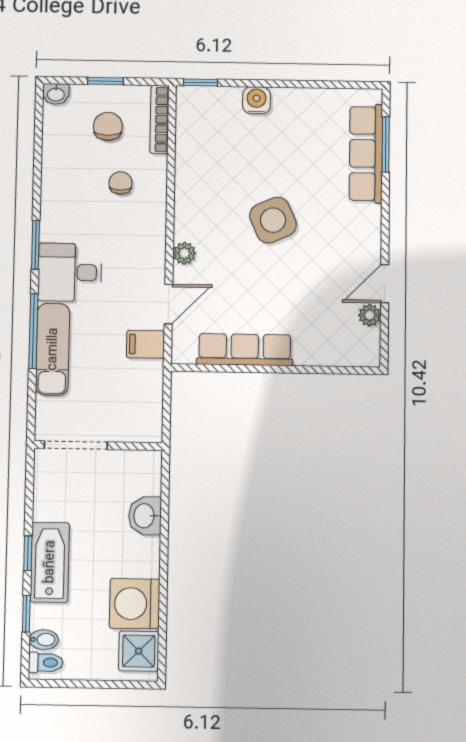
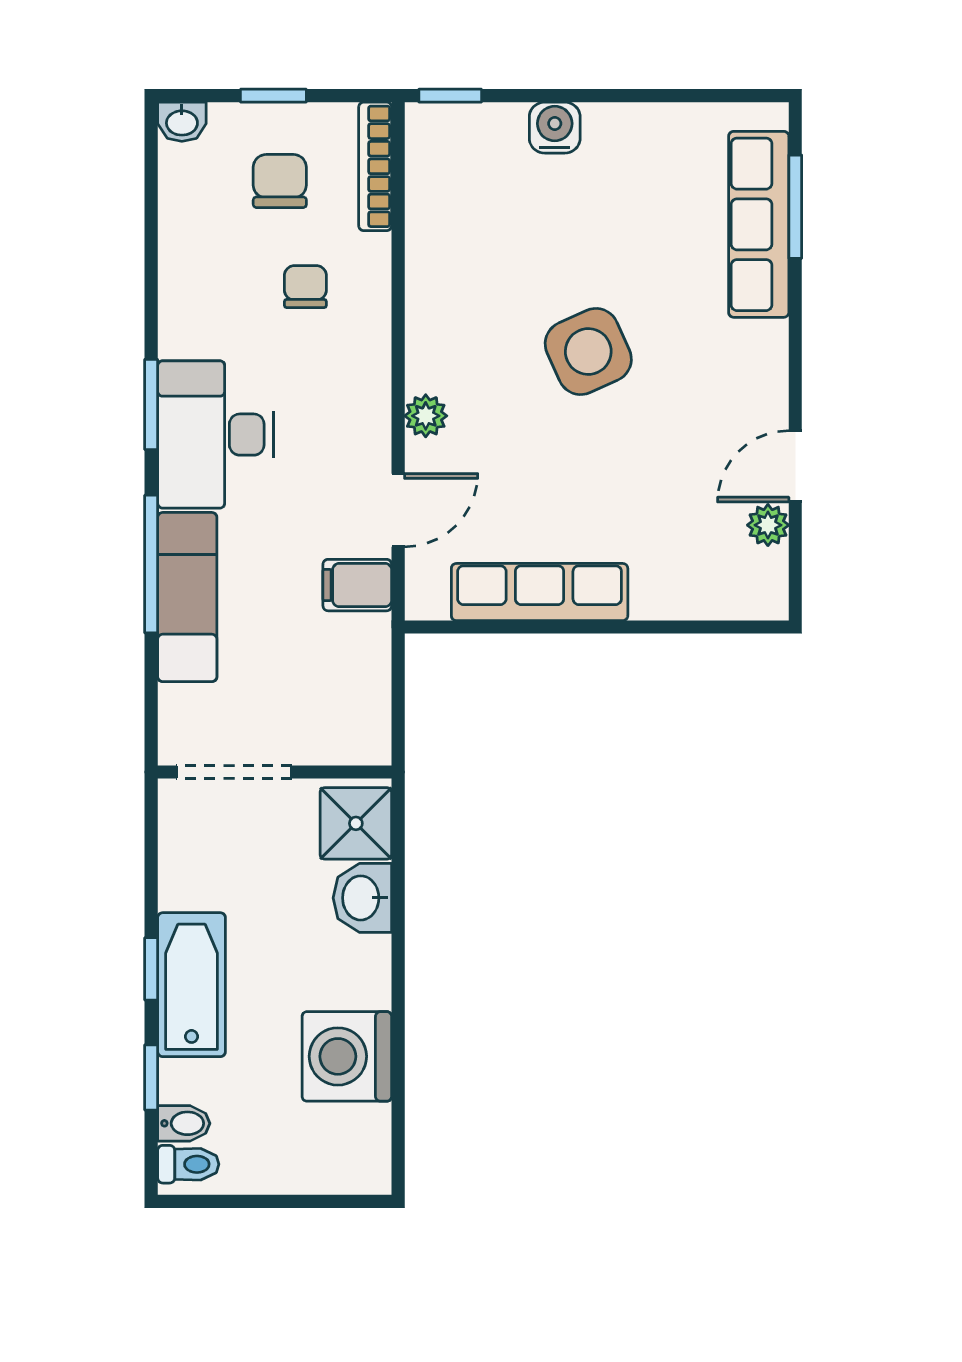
desk: (70, 272) -> (215, 435), width x1.37
shower: (139, 651) -> (356, 823), moved

